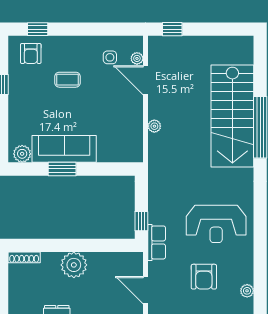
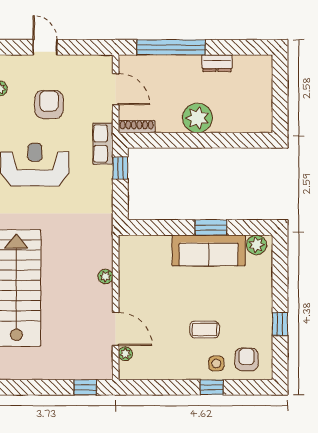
window: (38, 29) -> (212, 387), moved
side table: (110, 57) -> (216, 363), moved
shoe rack: (24, 257) -> (137, 127), moved

